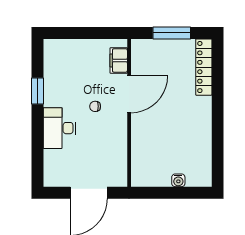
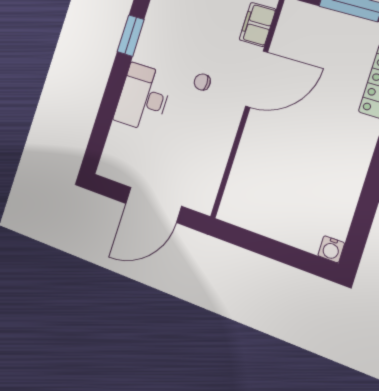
water cooler: (178, 180) -> (331, 249), moved

